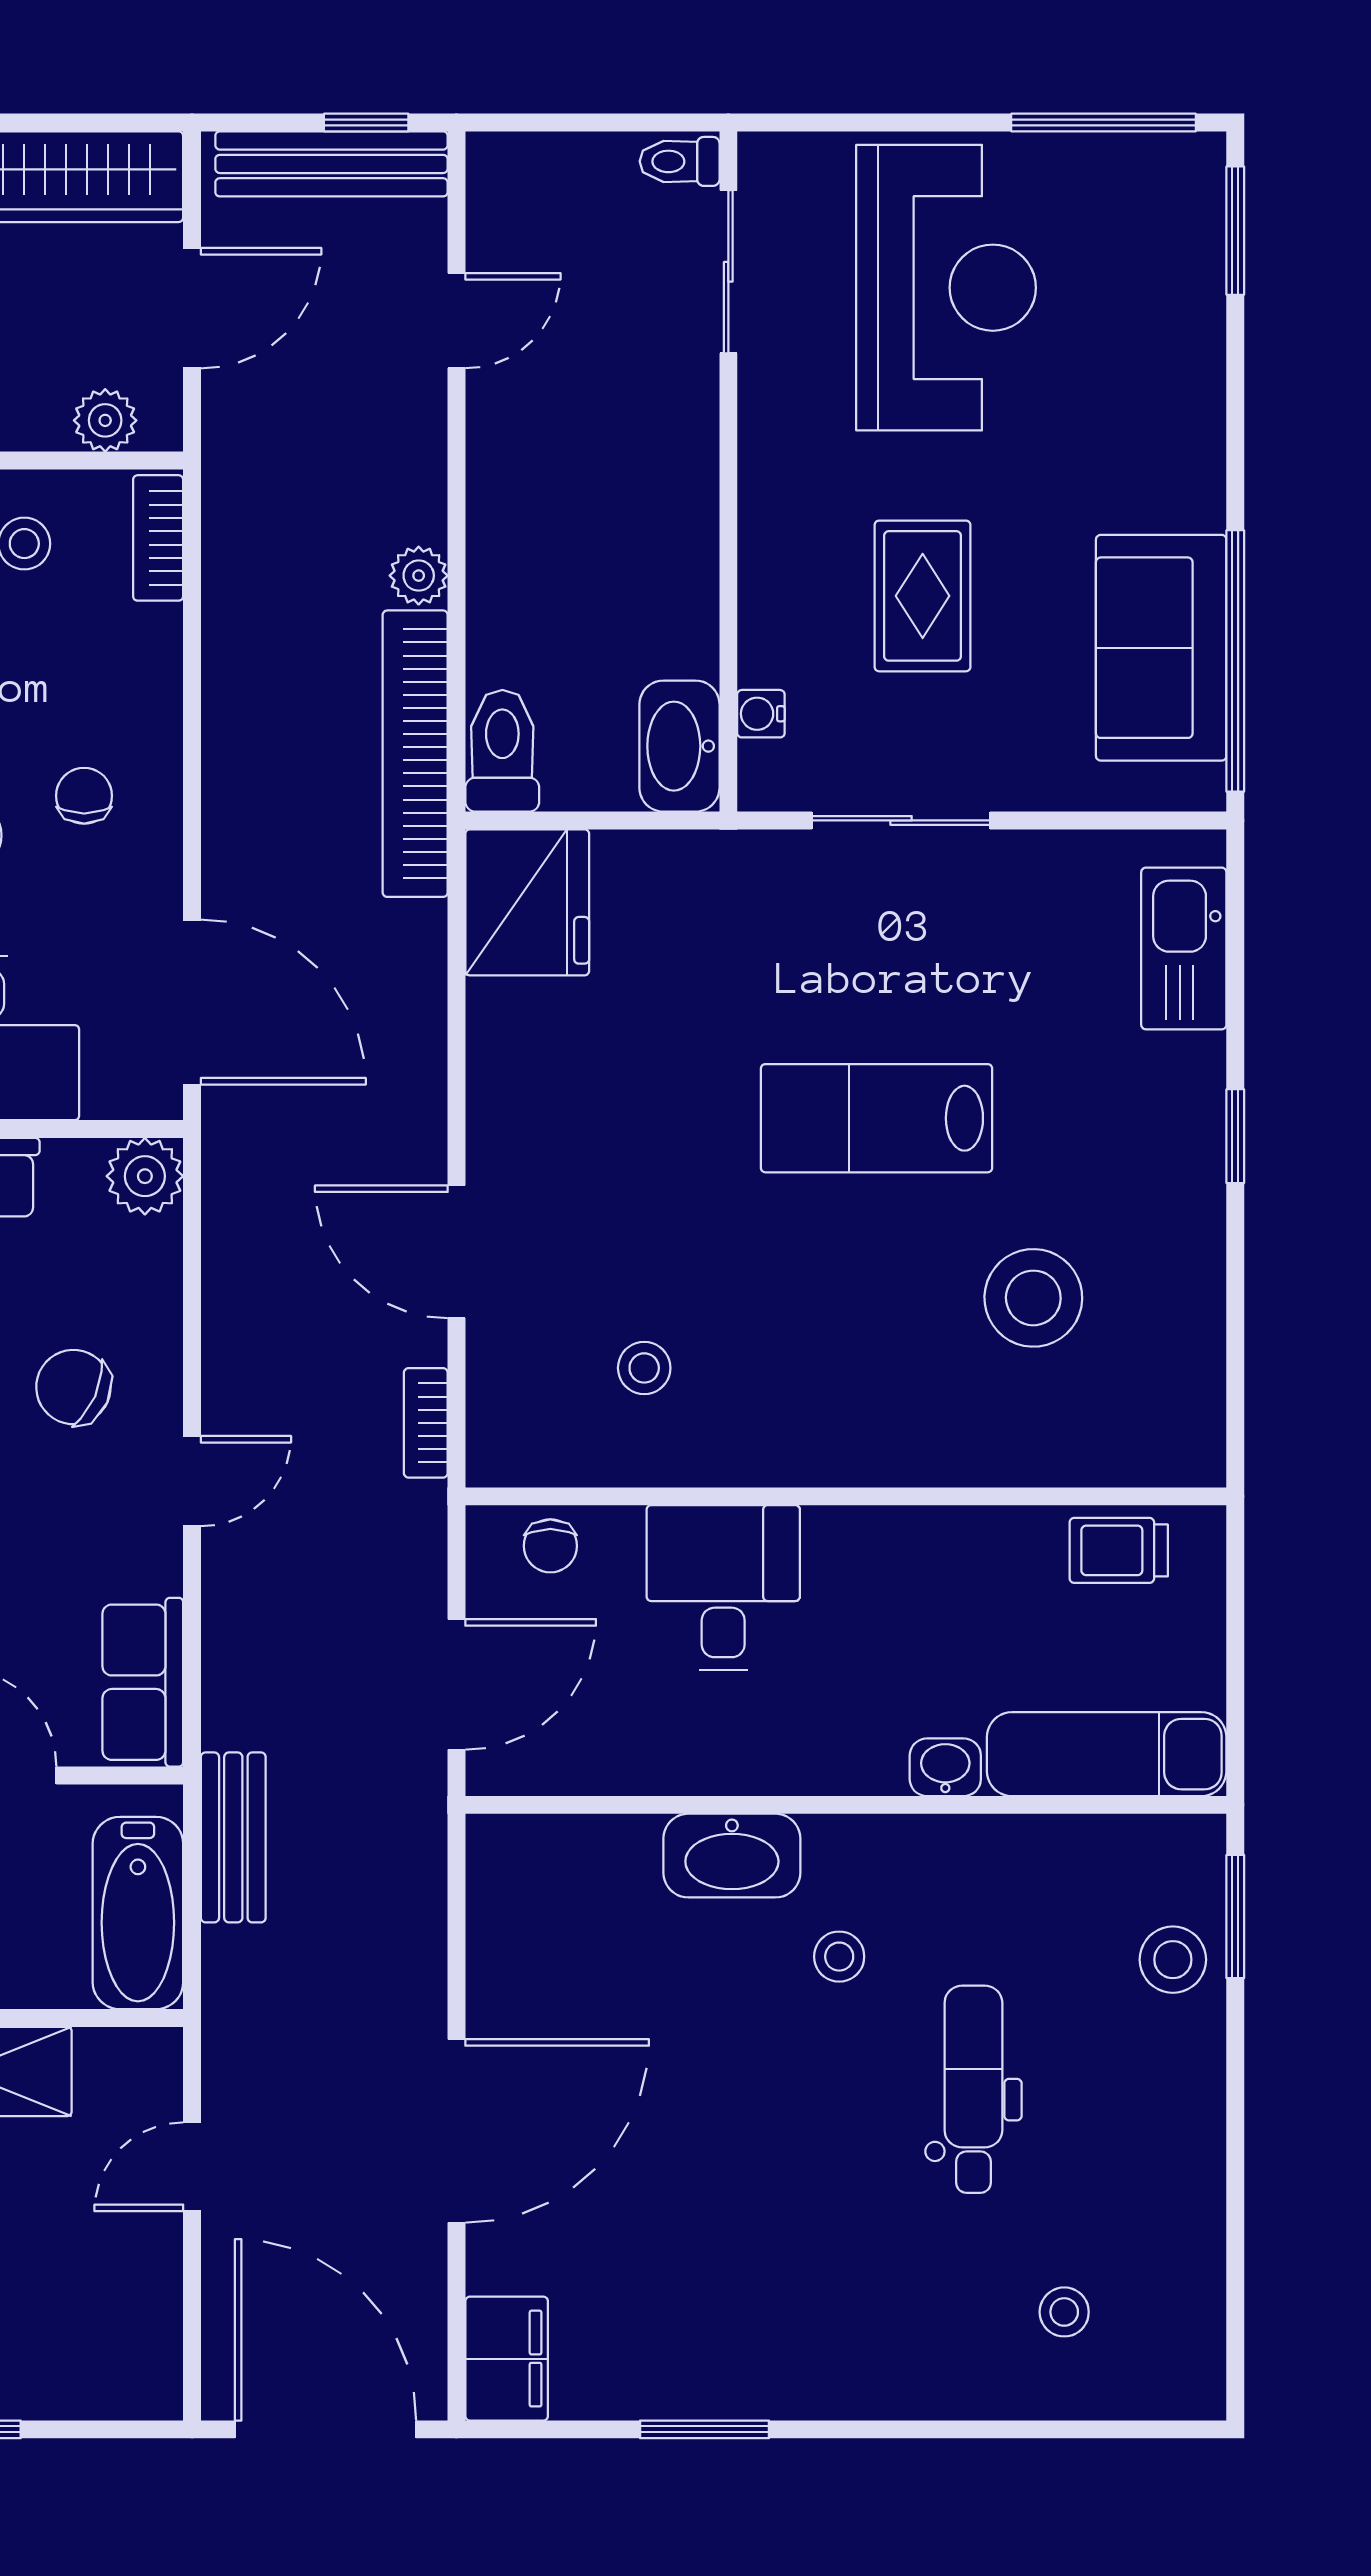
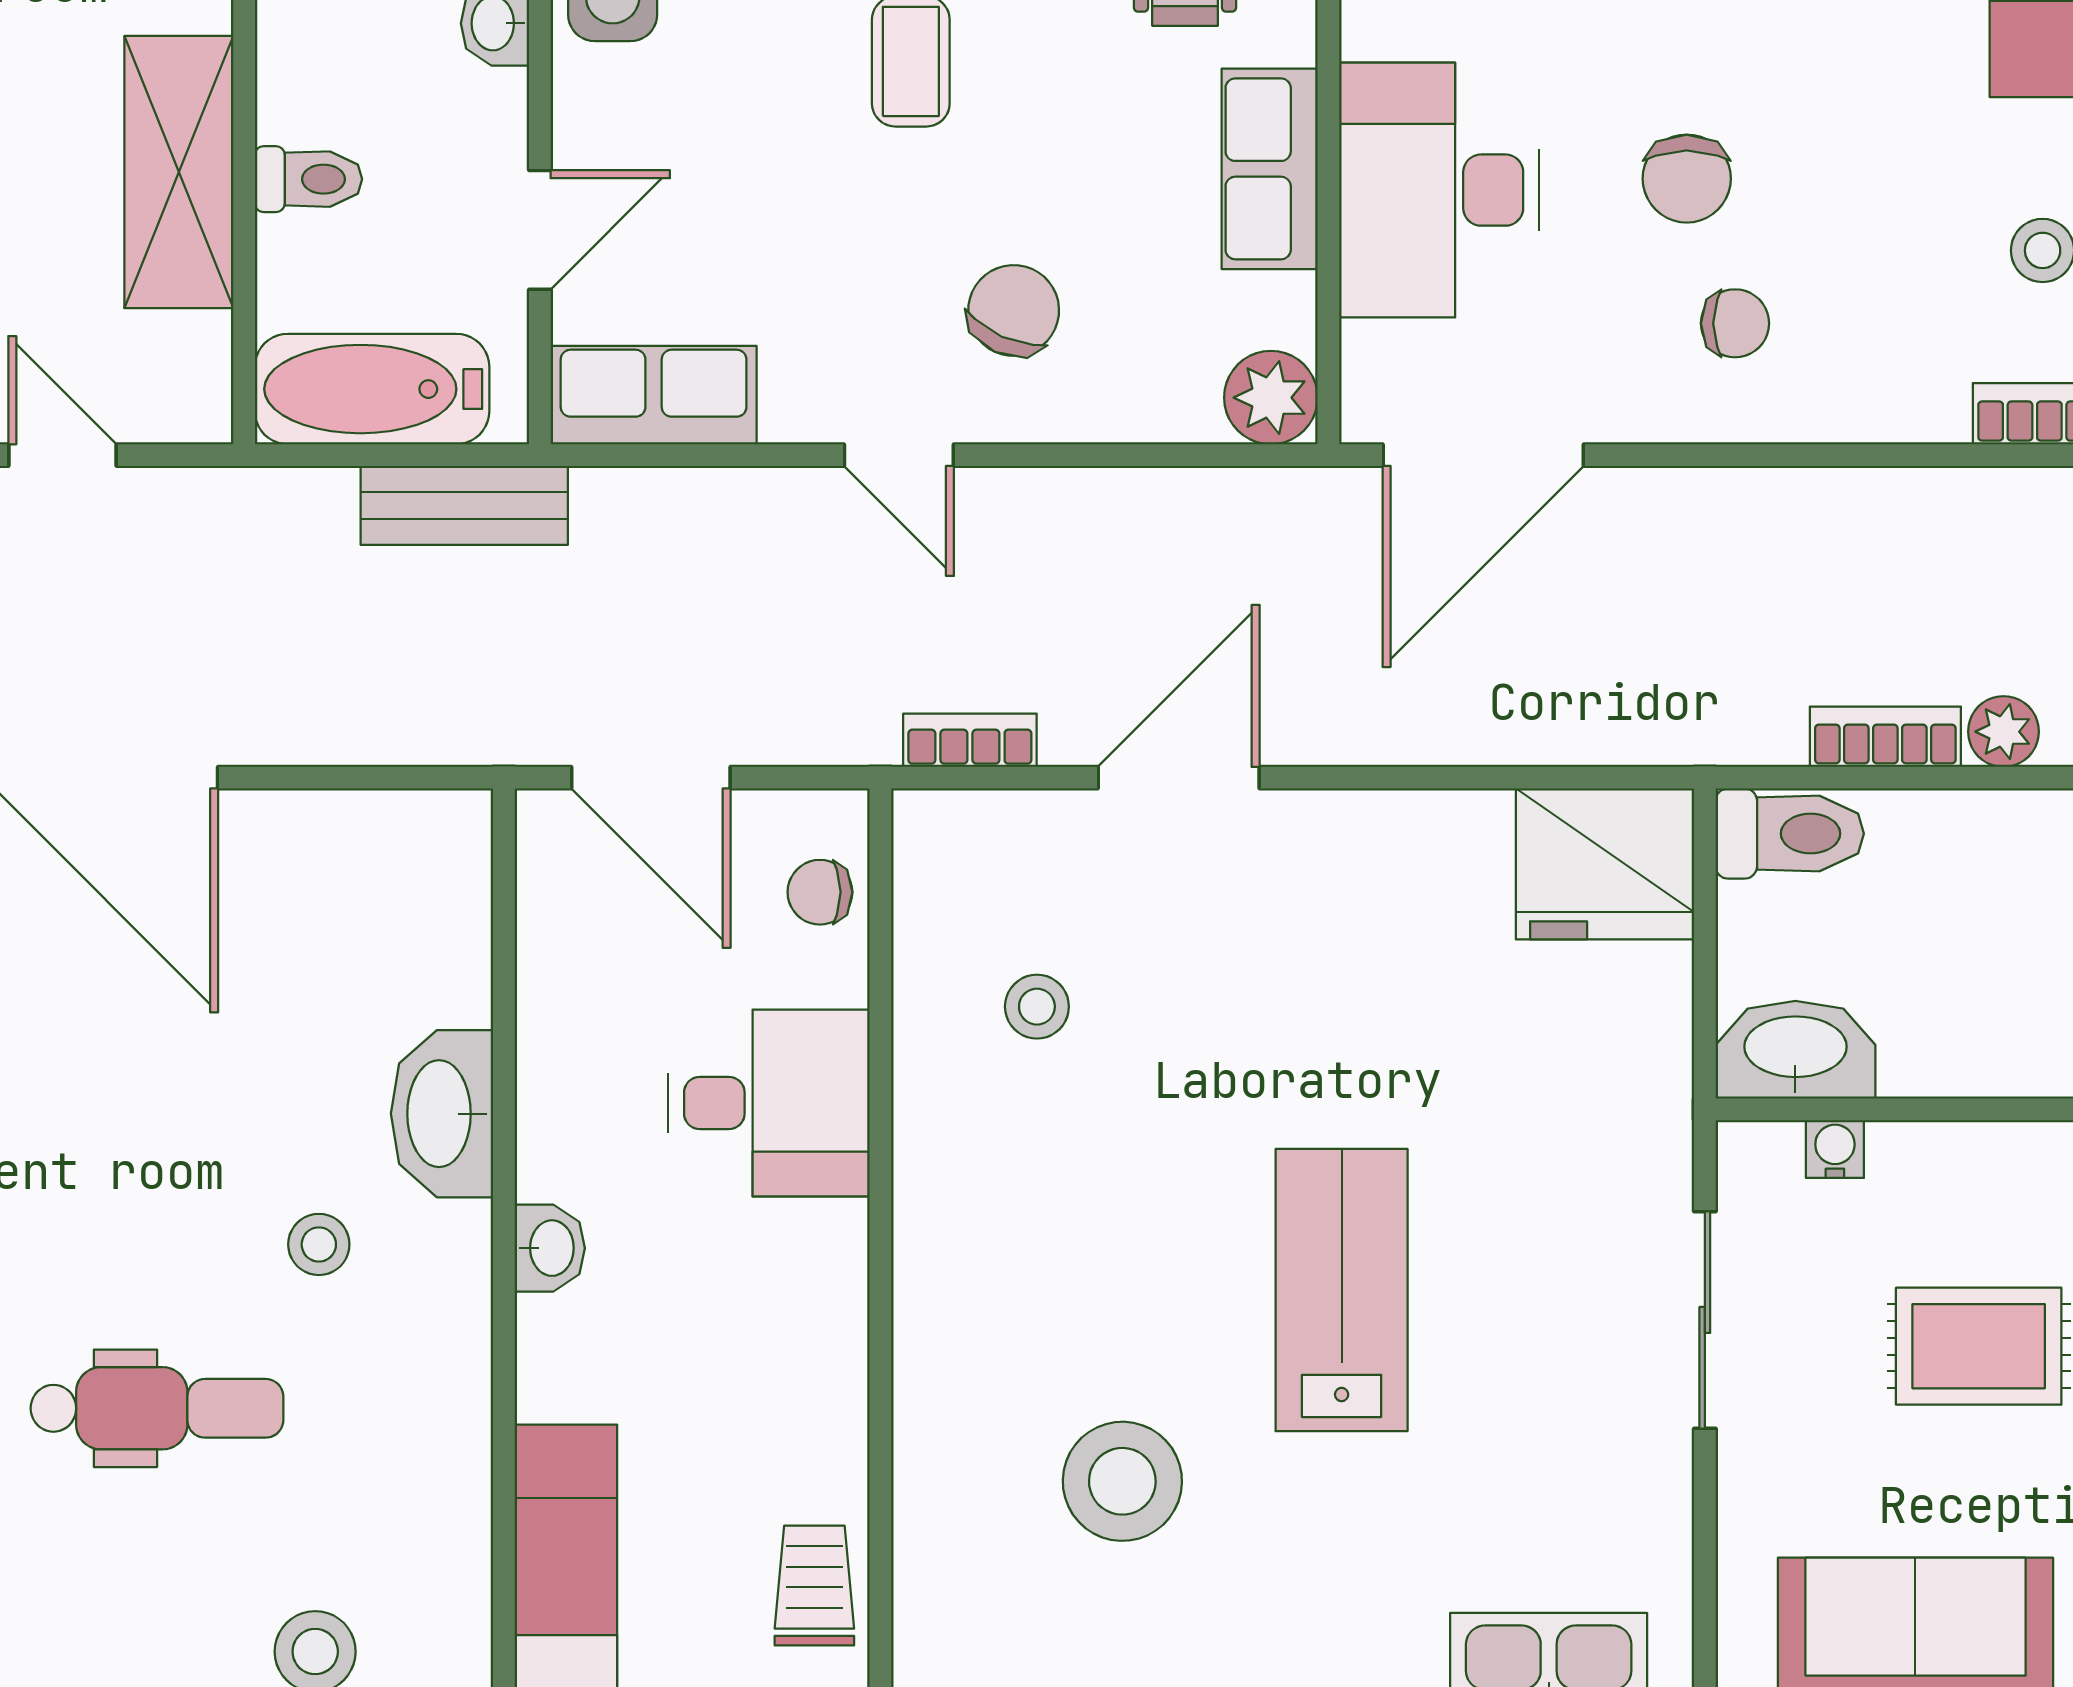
bookcase: (415, 754) -> (1885, 737), width x0.43, depth x0.76
washbasin: (945, 1767) -> (550, 1248), moved

